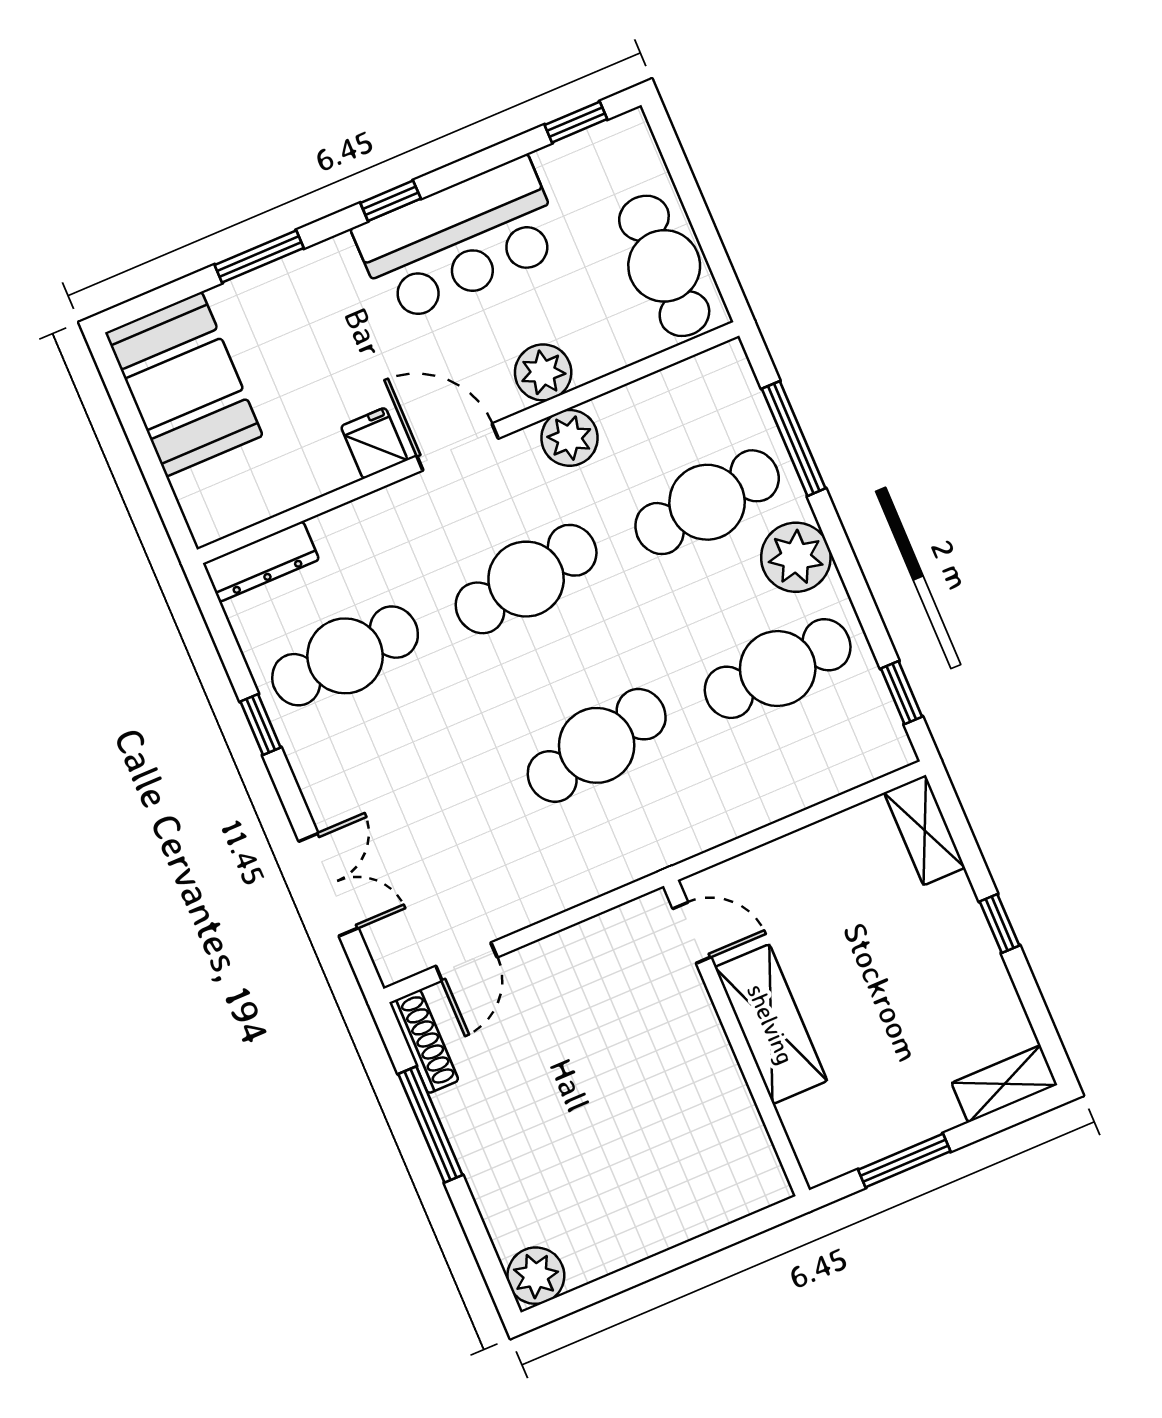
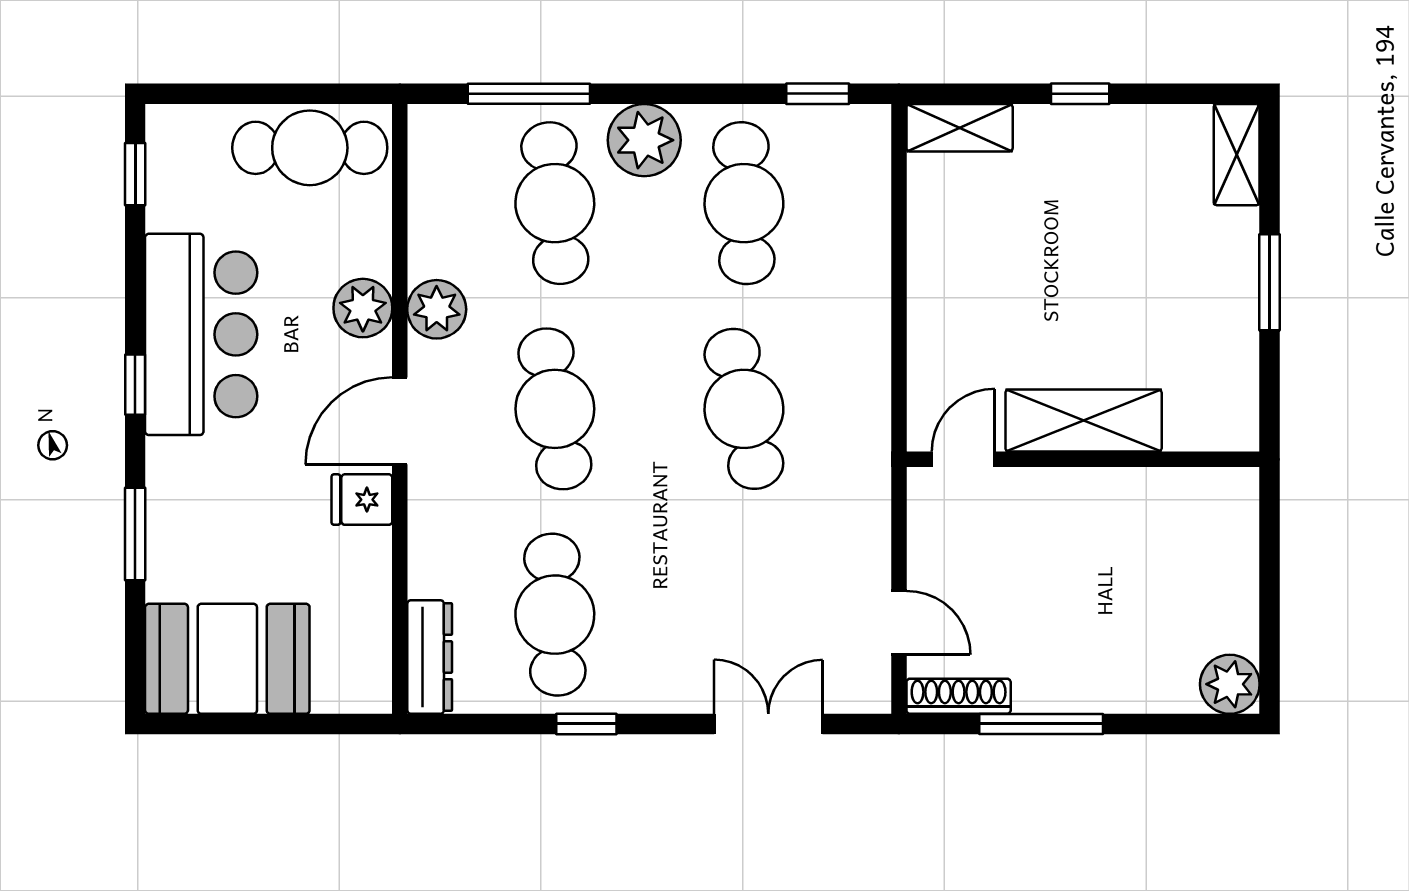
door: (692, 933) -> (963, 459), moved
shelving: (771, 1024) -> (1084, 421), moved
wall: (737, 1038) -> (1083, 459), moved

